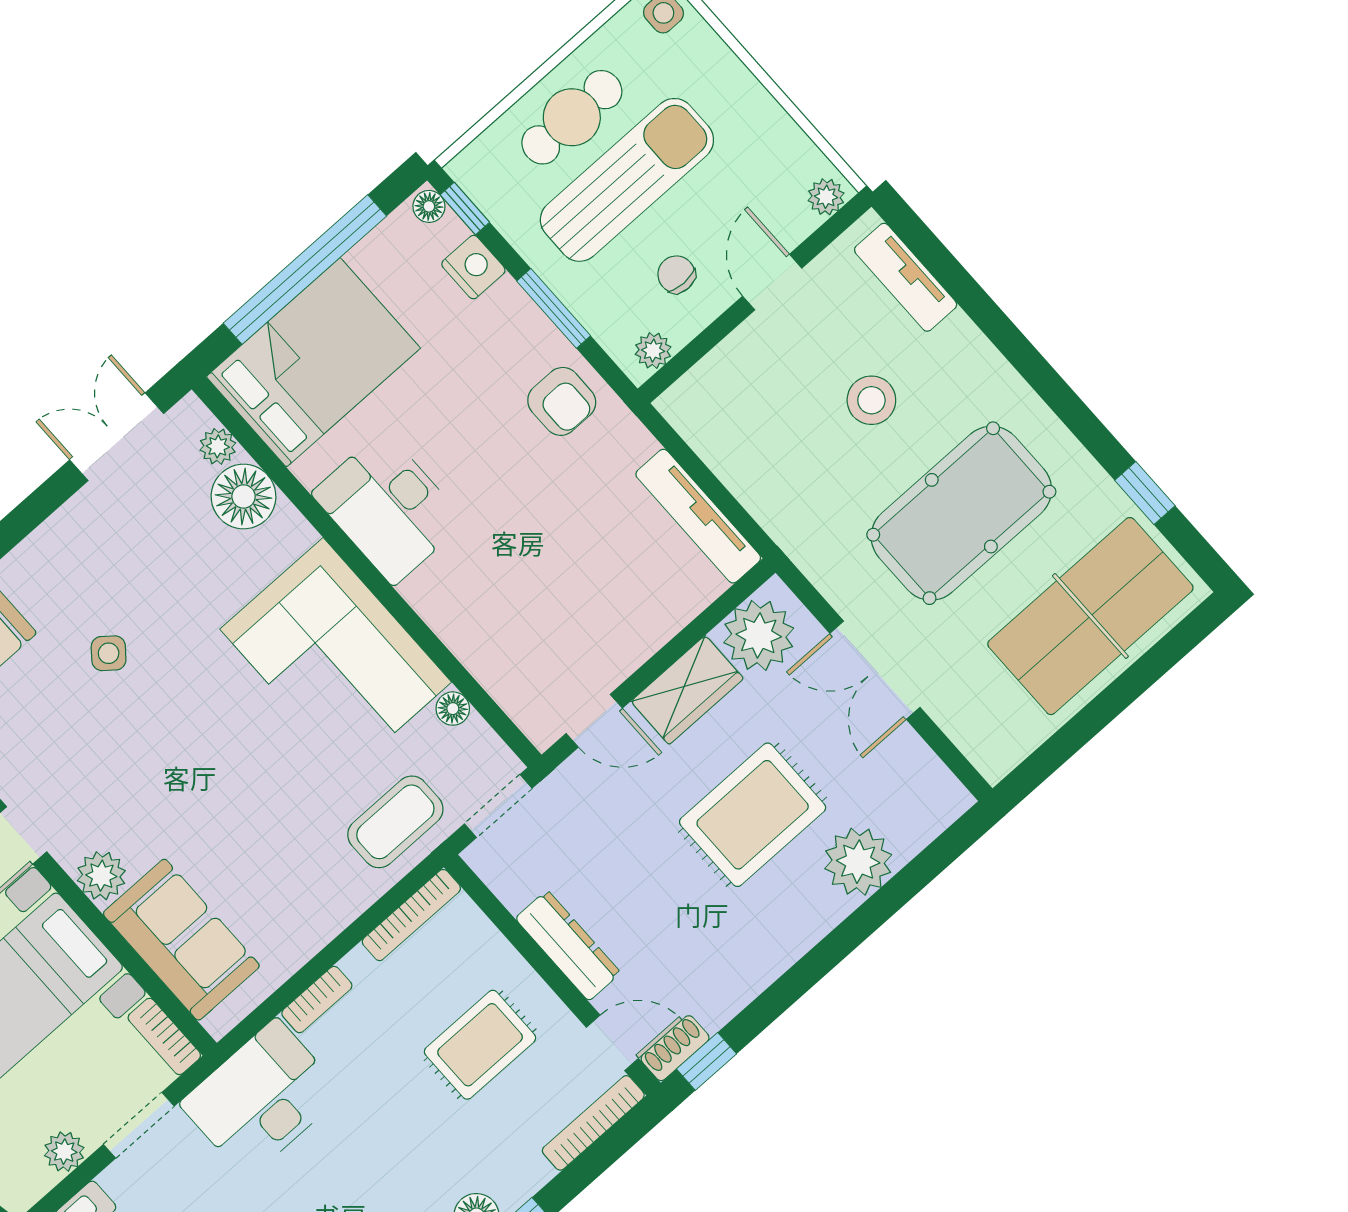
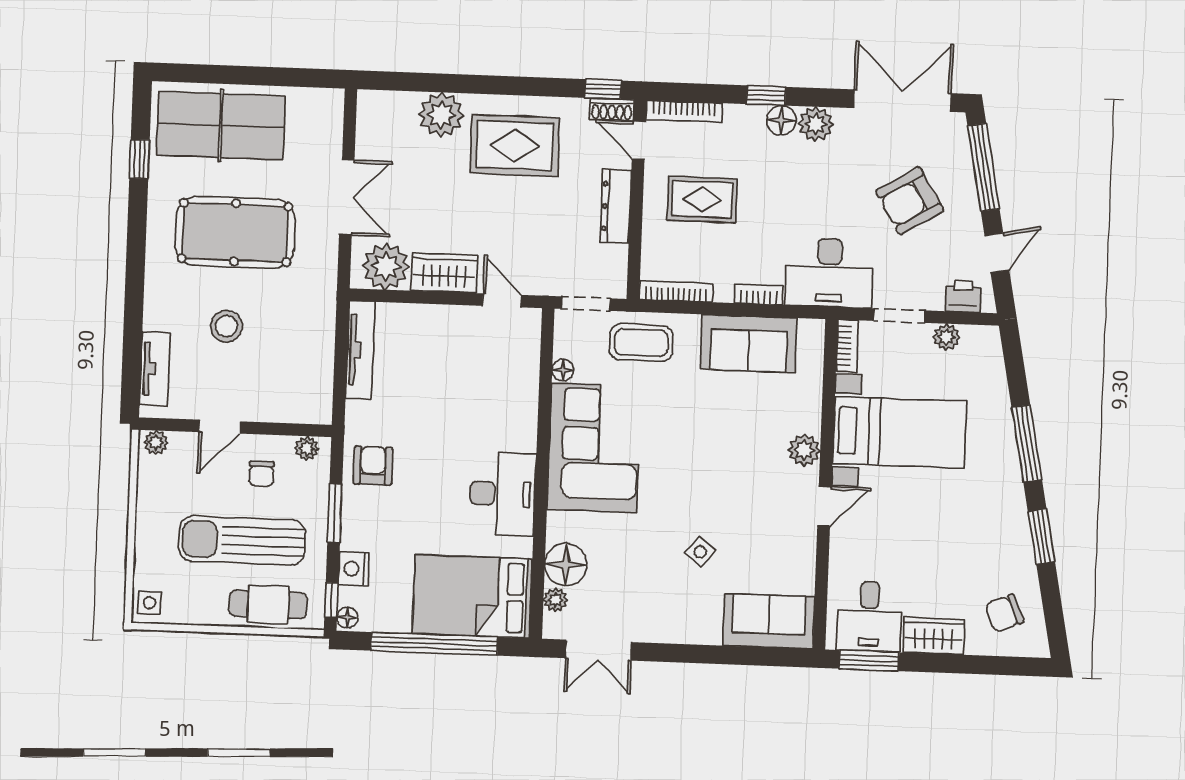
cafe table: (572, 117) -> (268, 604), moved
rug: (753, 815) -> (515, 146), moved
sofa: (181, 940) -> (749, 344), moved, turned -90

